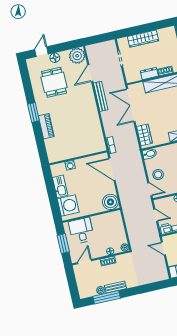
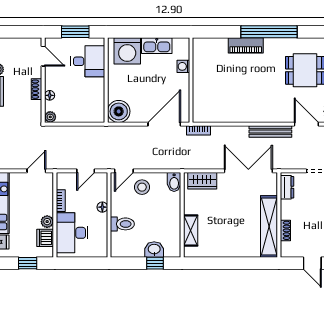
dresser: (149, 73) -> (287, 187), moved
window: (33, 112) -> (269, 32), width x2.11
printer: (166, 229) -> (63, 181), removed

